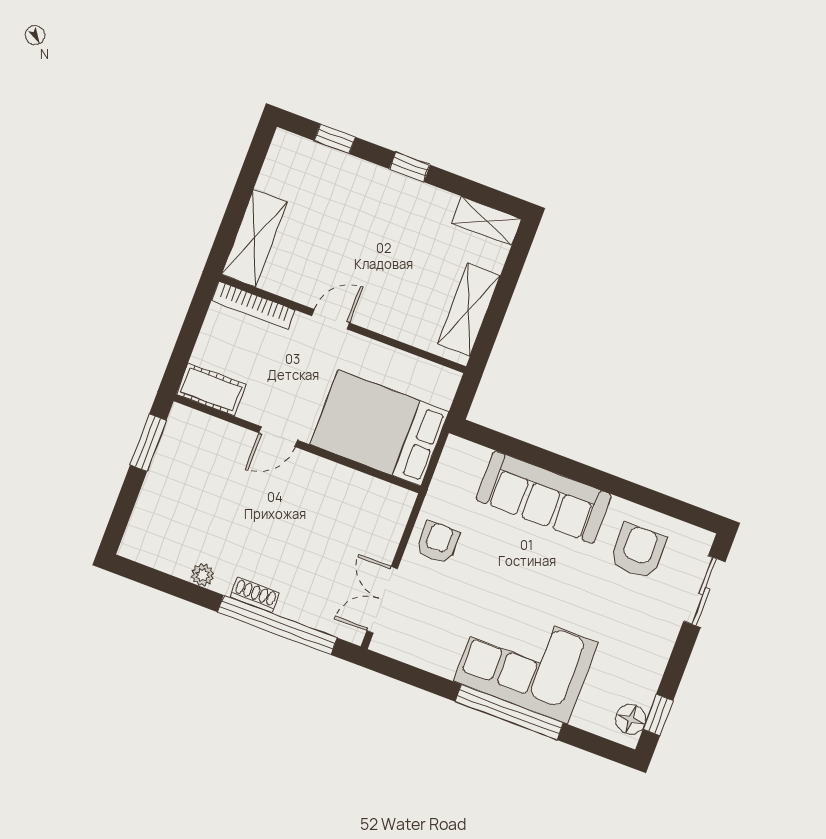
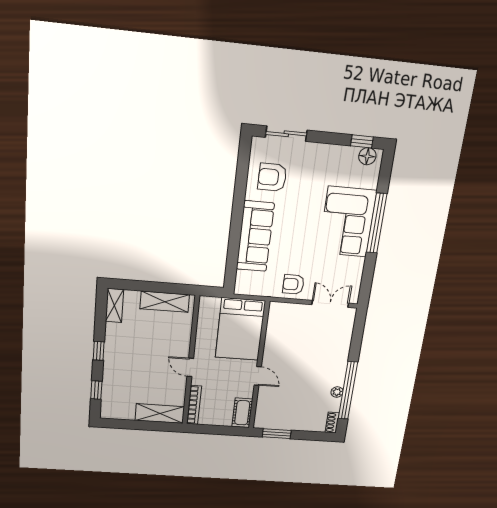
shoe rack: (255, 595) -> (332, 423), moved
double door: (382, 600) -> (330, 304), swing flipped
window: (277, 625) -> (348, 390), moved

